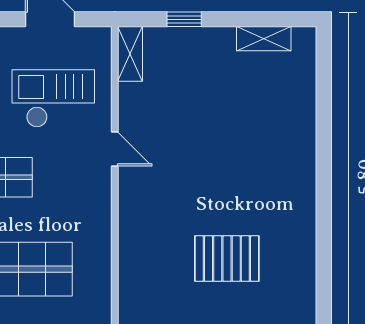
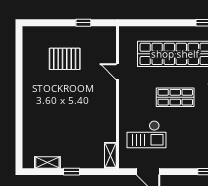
window: (184, 19) -> (71, 172), moved
door: (115, 149) -> (118, 72), moved

